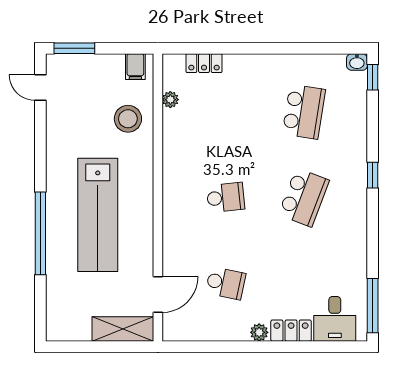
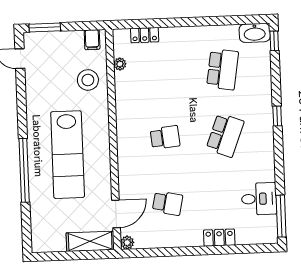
washbasin: (357, 62) -> (255, 33), width x1.91, depth x1.45
desk: (335, 319) -> (259, 199), moved, turned -90
plant: (259, 332) -> (127, 243), moved

